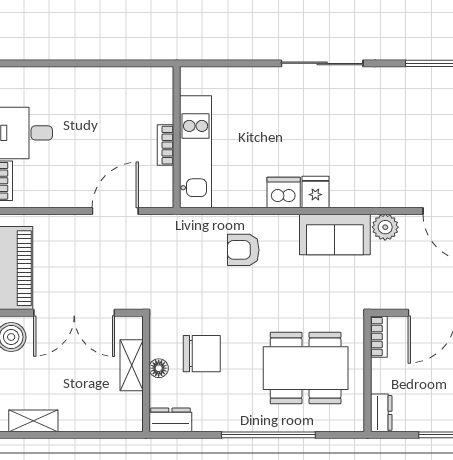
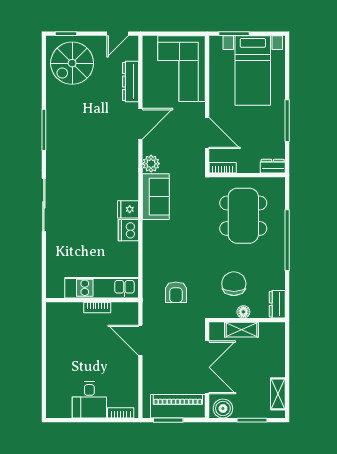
armchair: (243, 250) -> (176, 292), moved

